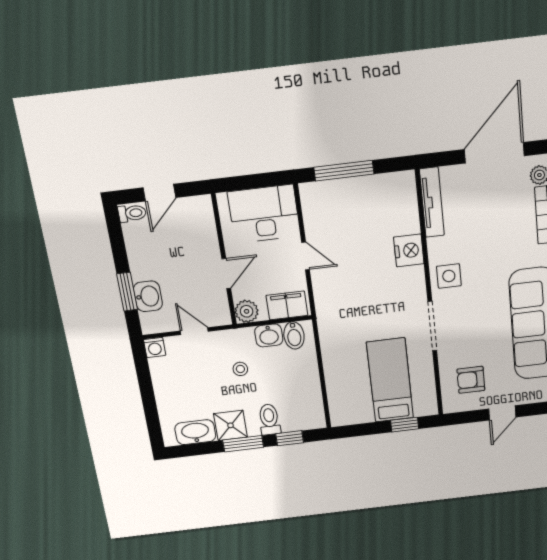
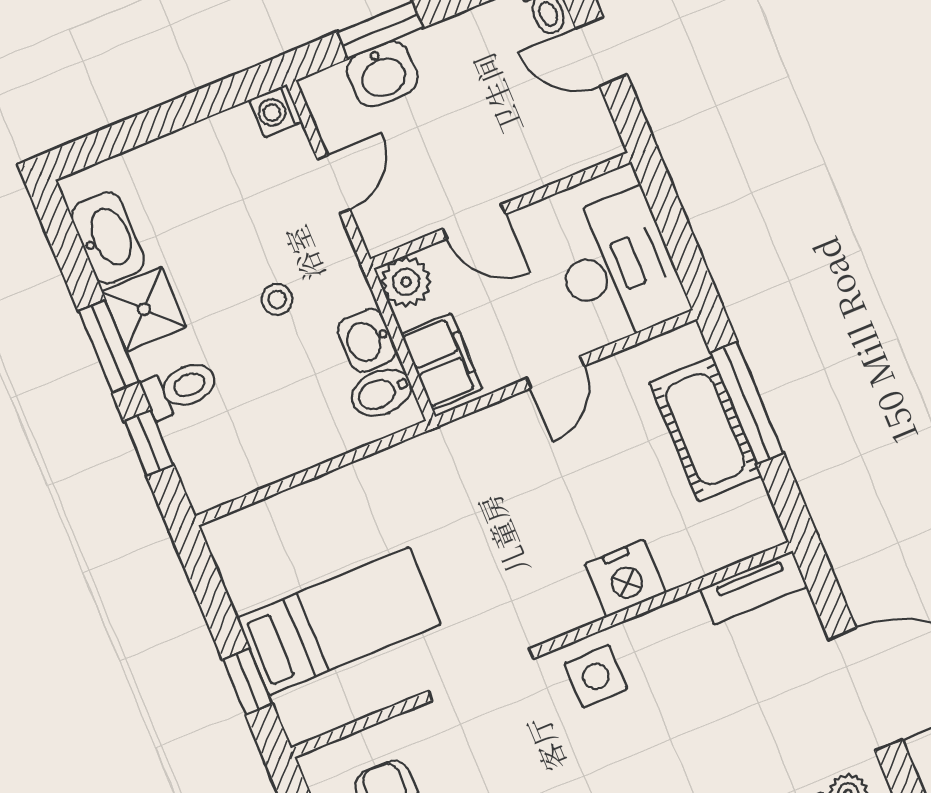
cot: (351, 194) -> (705, 429), added
tv unit: (432, 202) -> (754, 588), width x0.71

